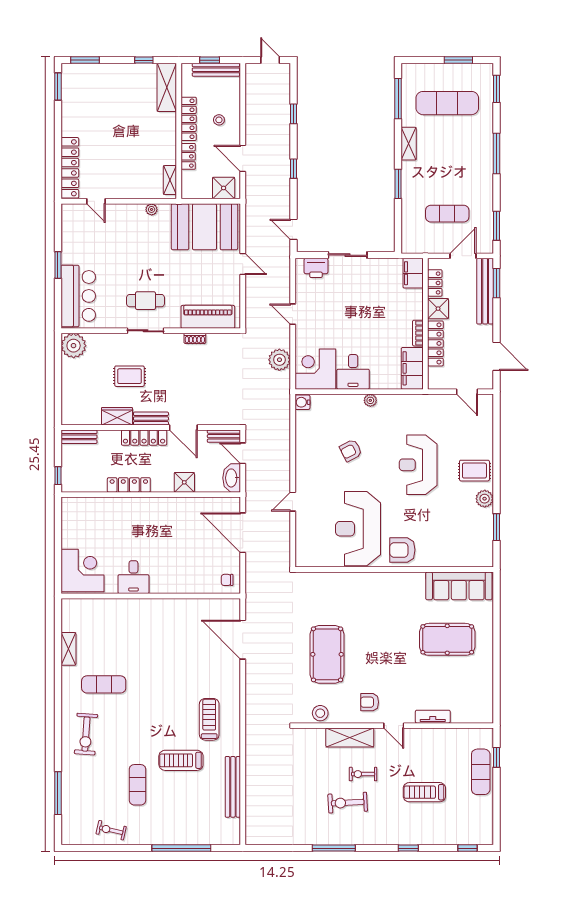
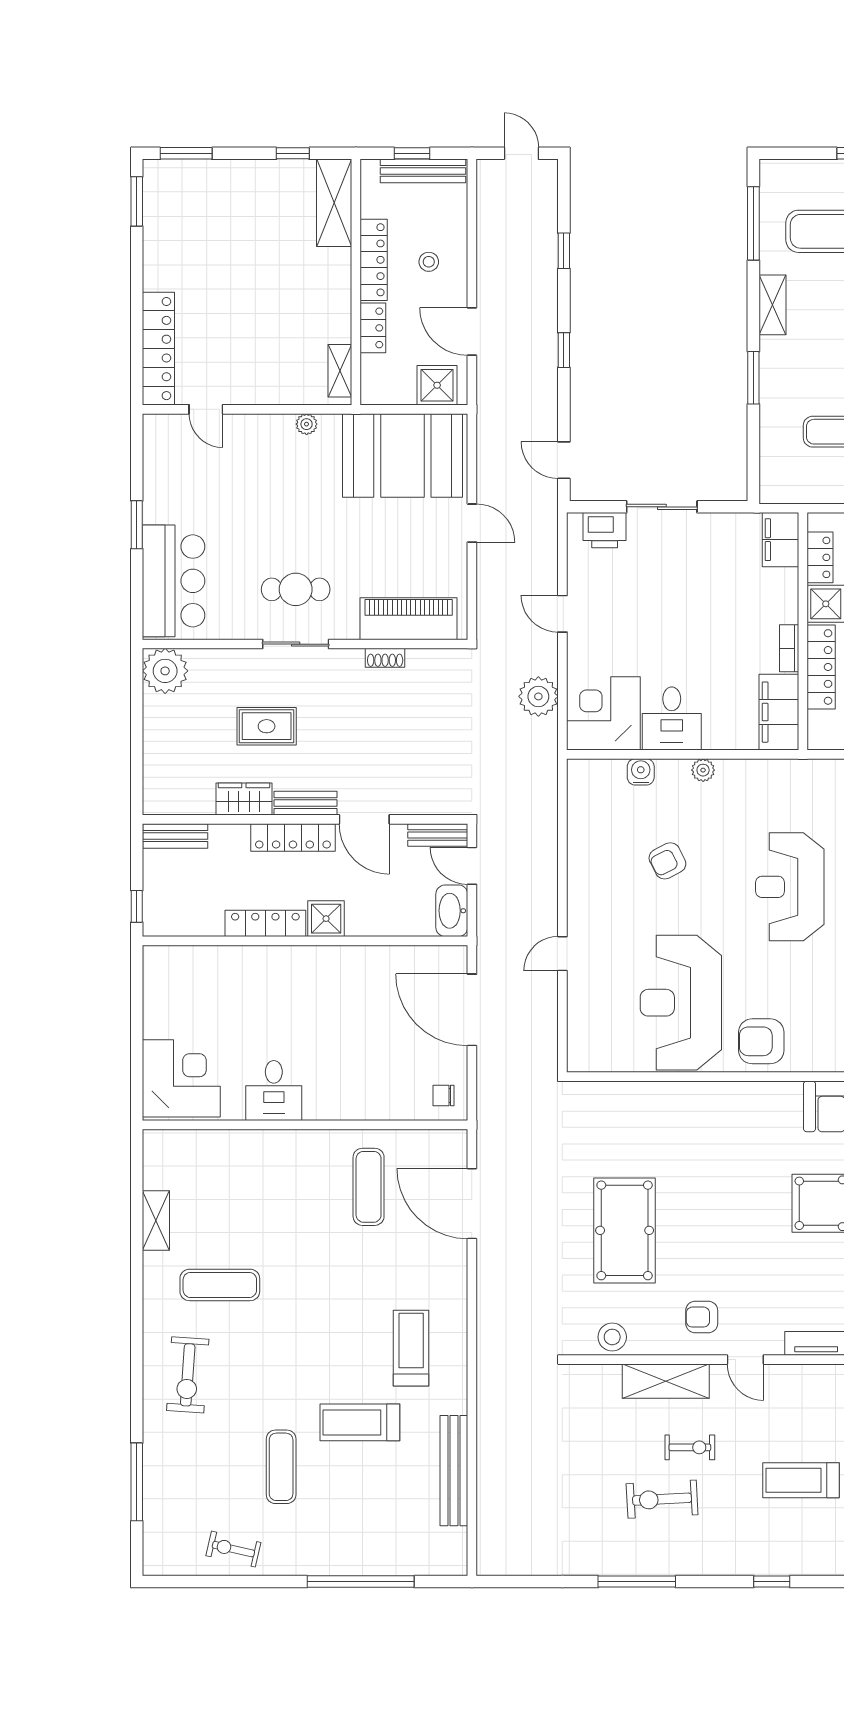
water cooler: (302, 402) -> (641, 772), moved, turned 90
shower: (184, 482) -> (326, 919), moved
exercise mat: (186, 630) -> (369, 1187), added
exercise bike: (363, 774) -> (690, 1447), turned 180

